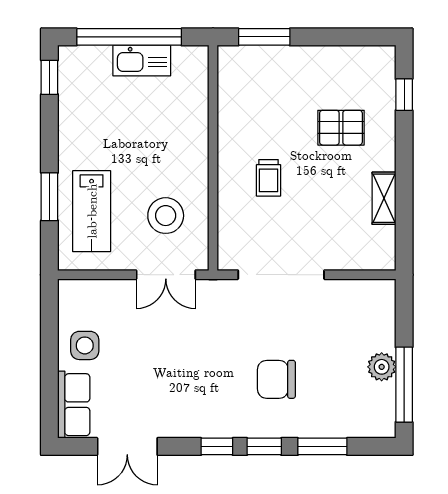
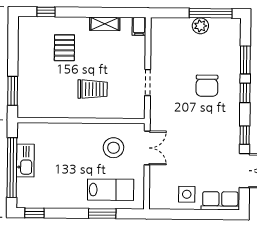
trolley: (269, 178) -> (93, 89), width x1.36, depth x1.39
filing cabinet: (380, 259) -> (139, 26), added
doorway: (281, 275) -> (148, 82), width x0.53
window: (217, 446) -> (245, 135), moved

